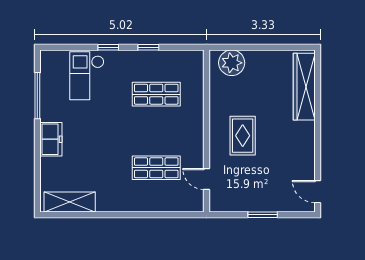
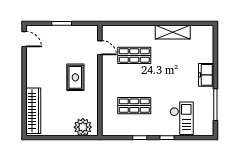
shelving: (70, 202) -> (173, 32), moved

